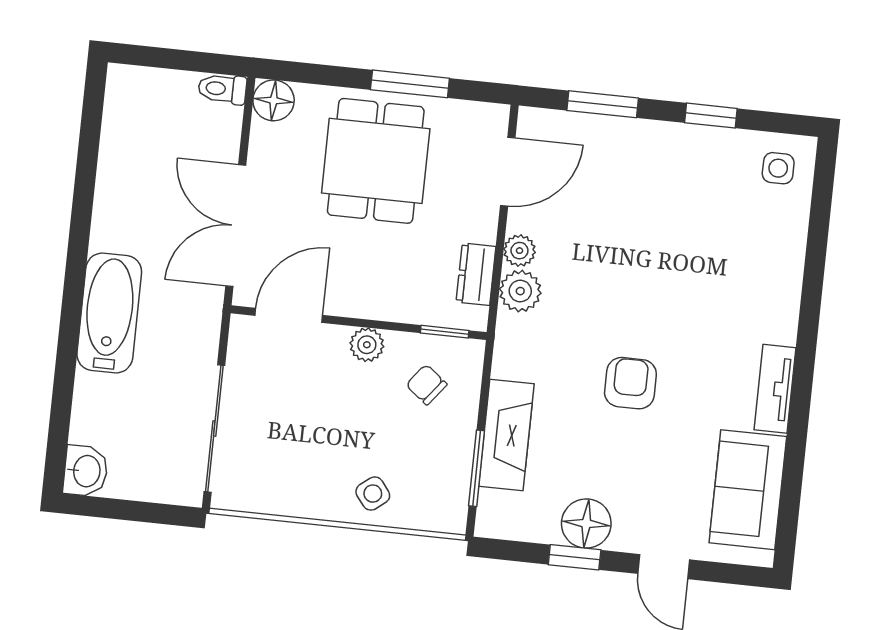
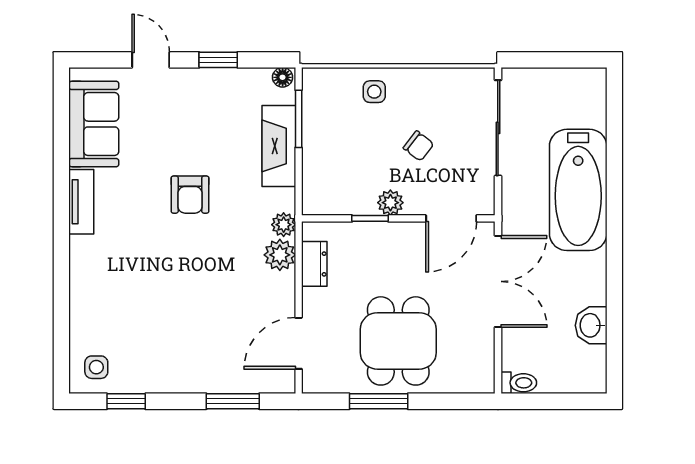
floor lamp: (274, 100) -> (480, 378), removed
window: (711, 116) -> (126, 401), moved
plant: (519, 251) -> (284, 225), moved
bathtub: (109, 313) -> (578, 190), width x1.36, depth x1.36
window: (445, 332) -> (370, 218), moved
chair: (426, 385) -> (419, 146), moved
washbasin: (86, 471) -> (591, 325), moved
side table: (373, 494) -> (374, 92), turned 38
floor lamp: (586, 523) -> (283, 77), moved, width x0.53, depth x0.53

